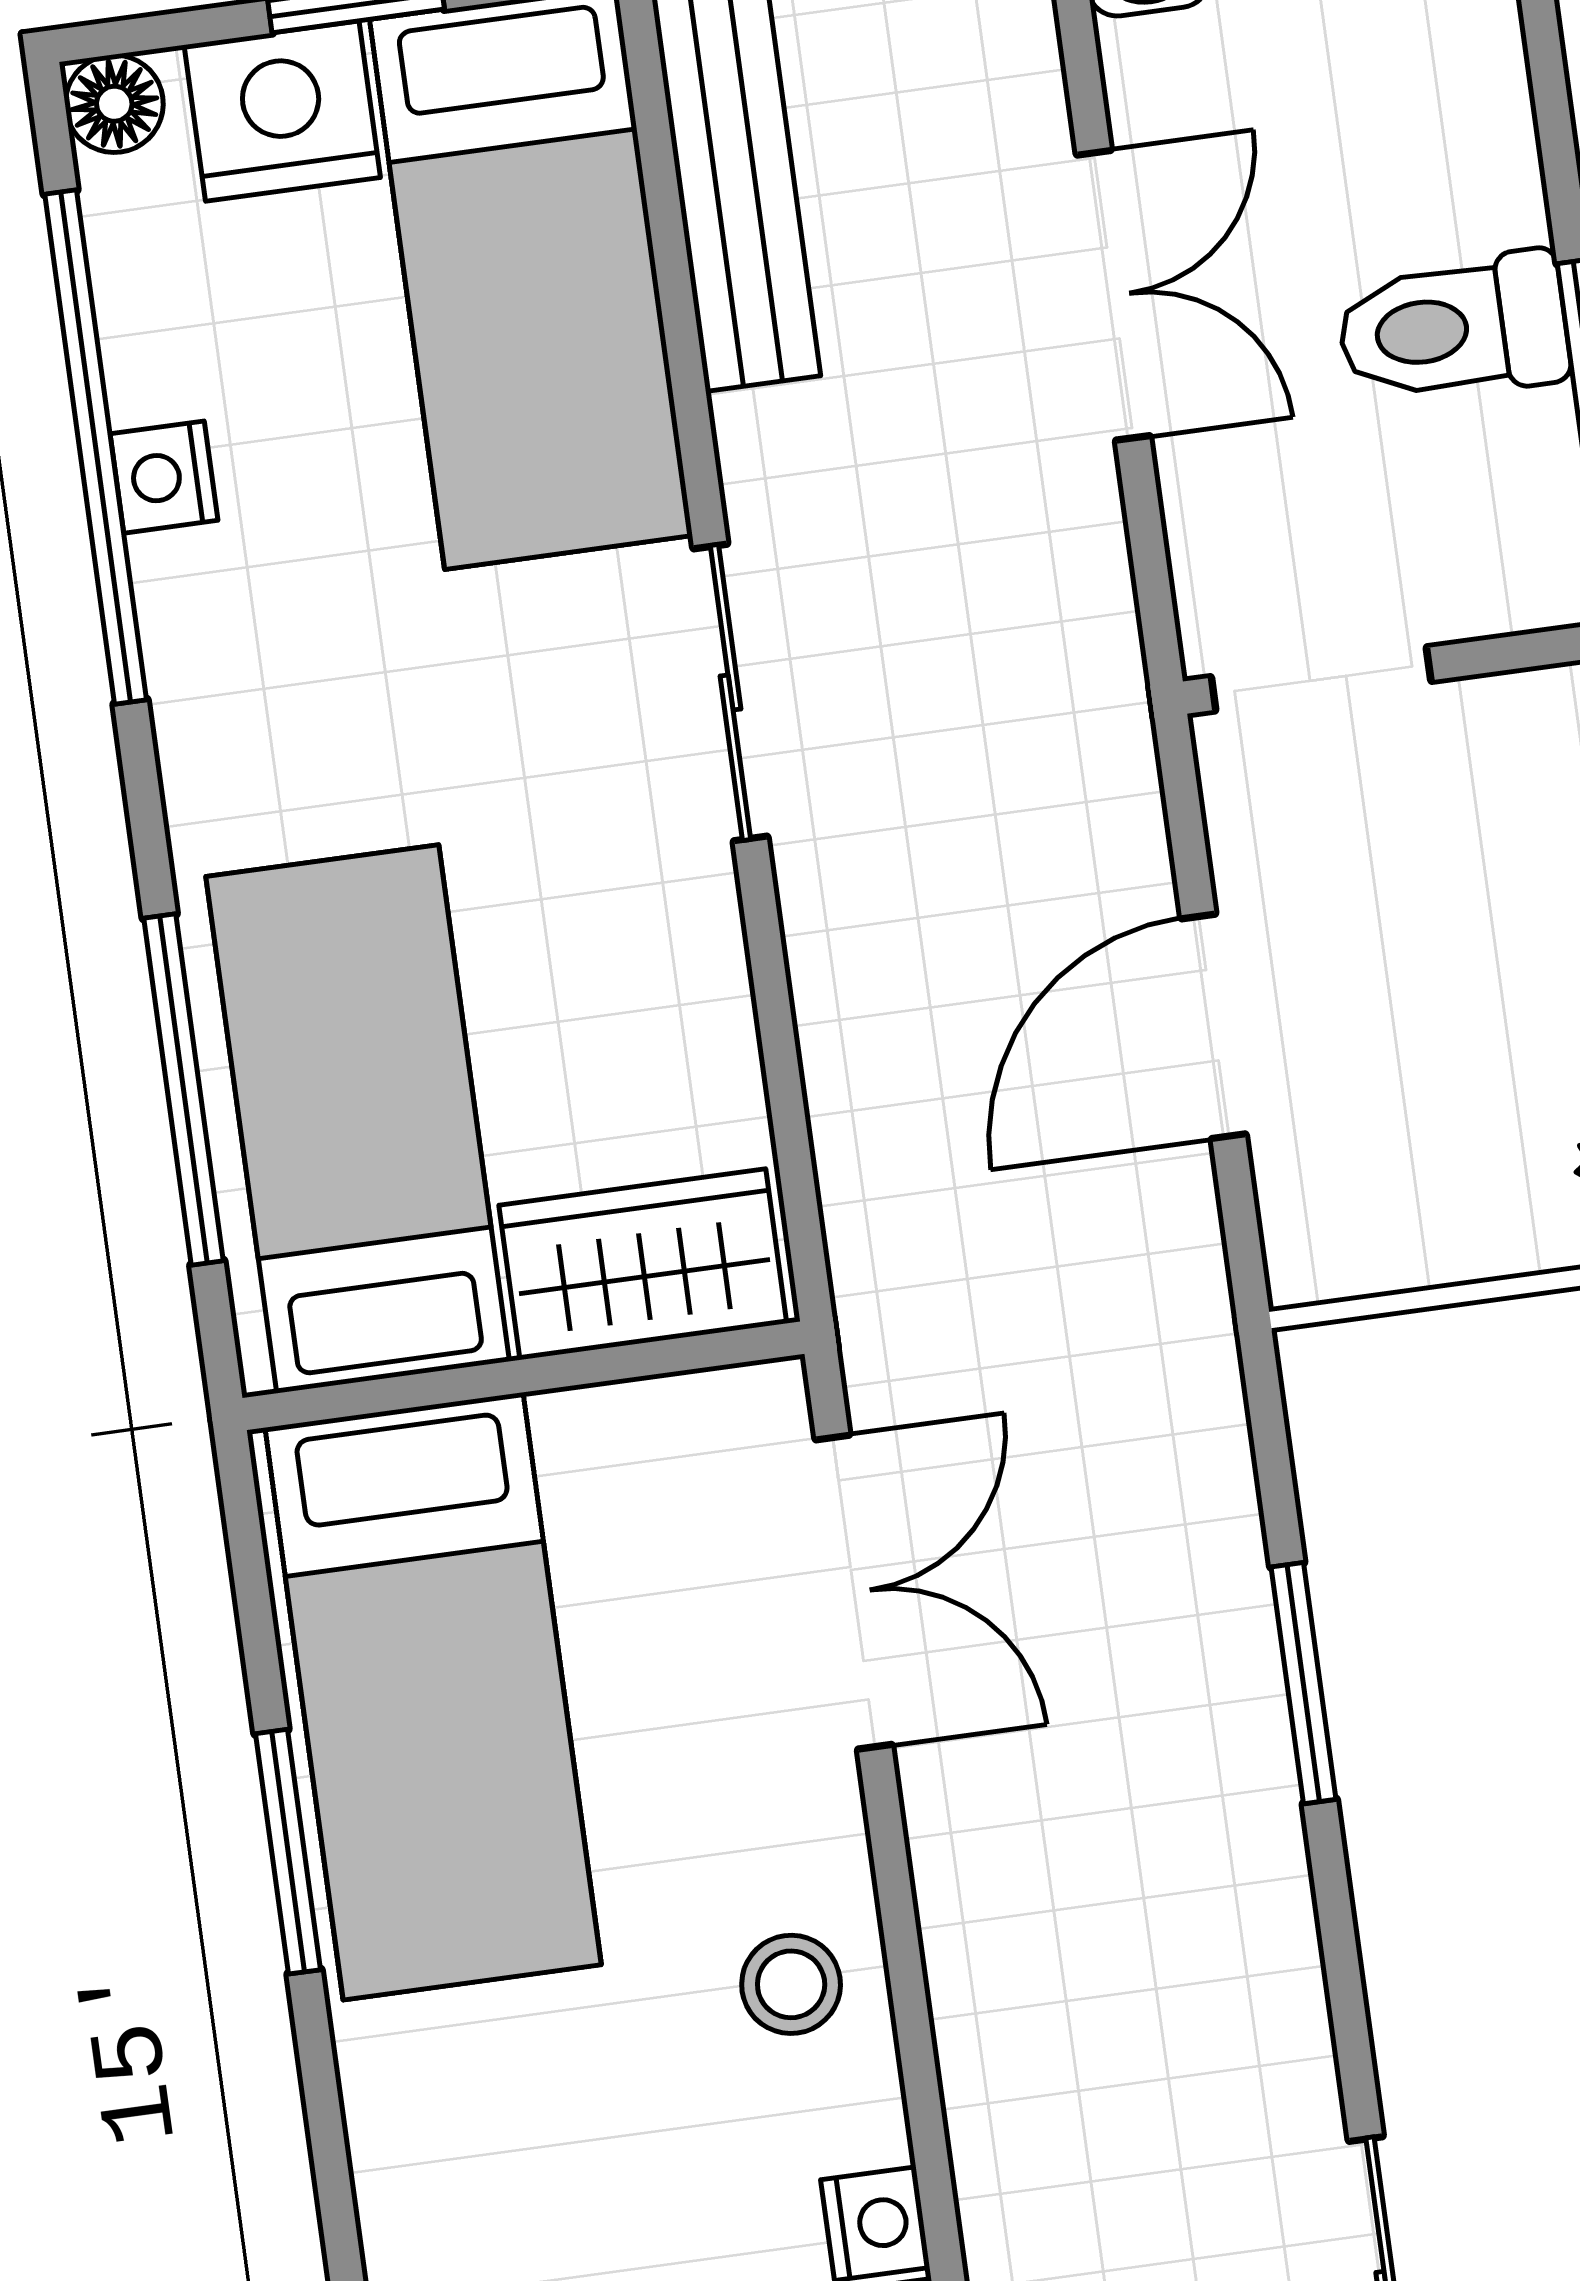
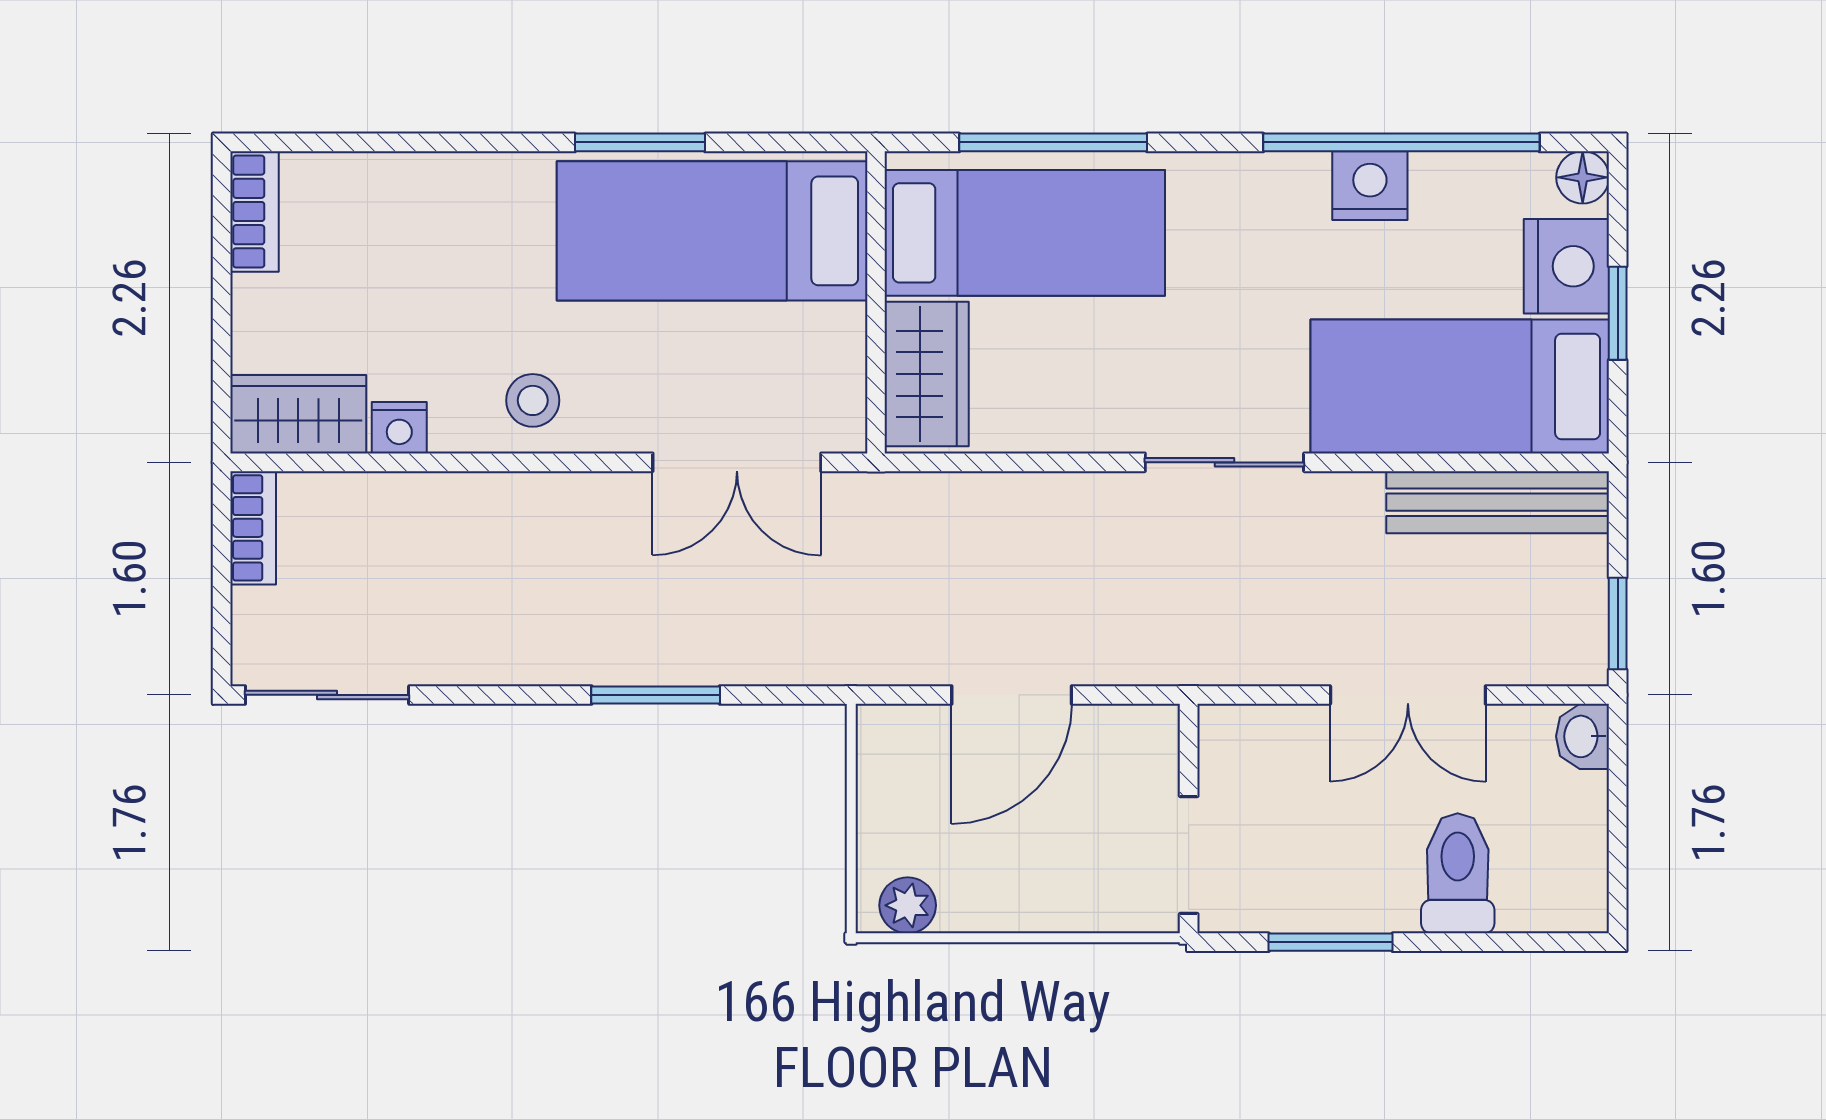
toilet: (1453, 328) -> (1458, 873), moved
nightstand: (164, 477) -> (1370, 186), width x1.39, depth x1.35
doorway: (1321, 679) -> (1189, 855), moved
door: (1214, 1026) -> (1012, 695), swing flipped

